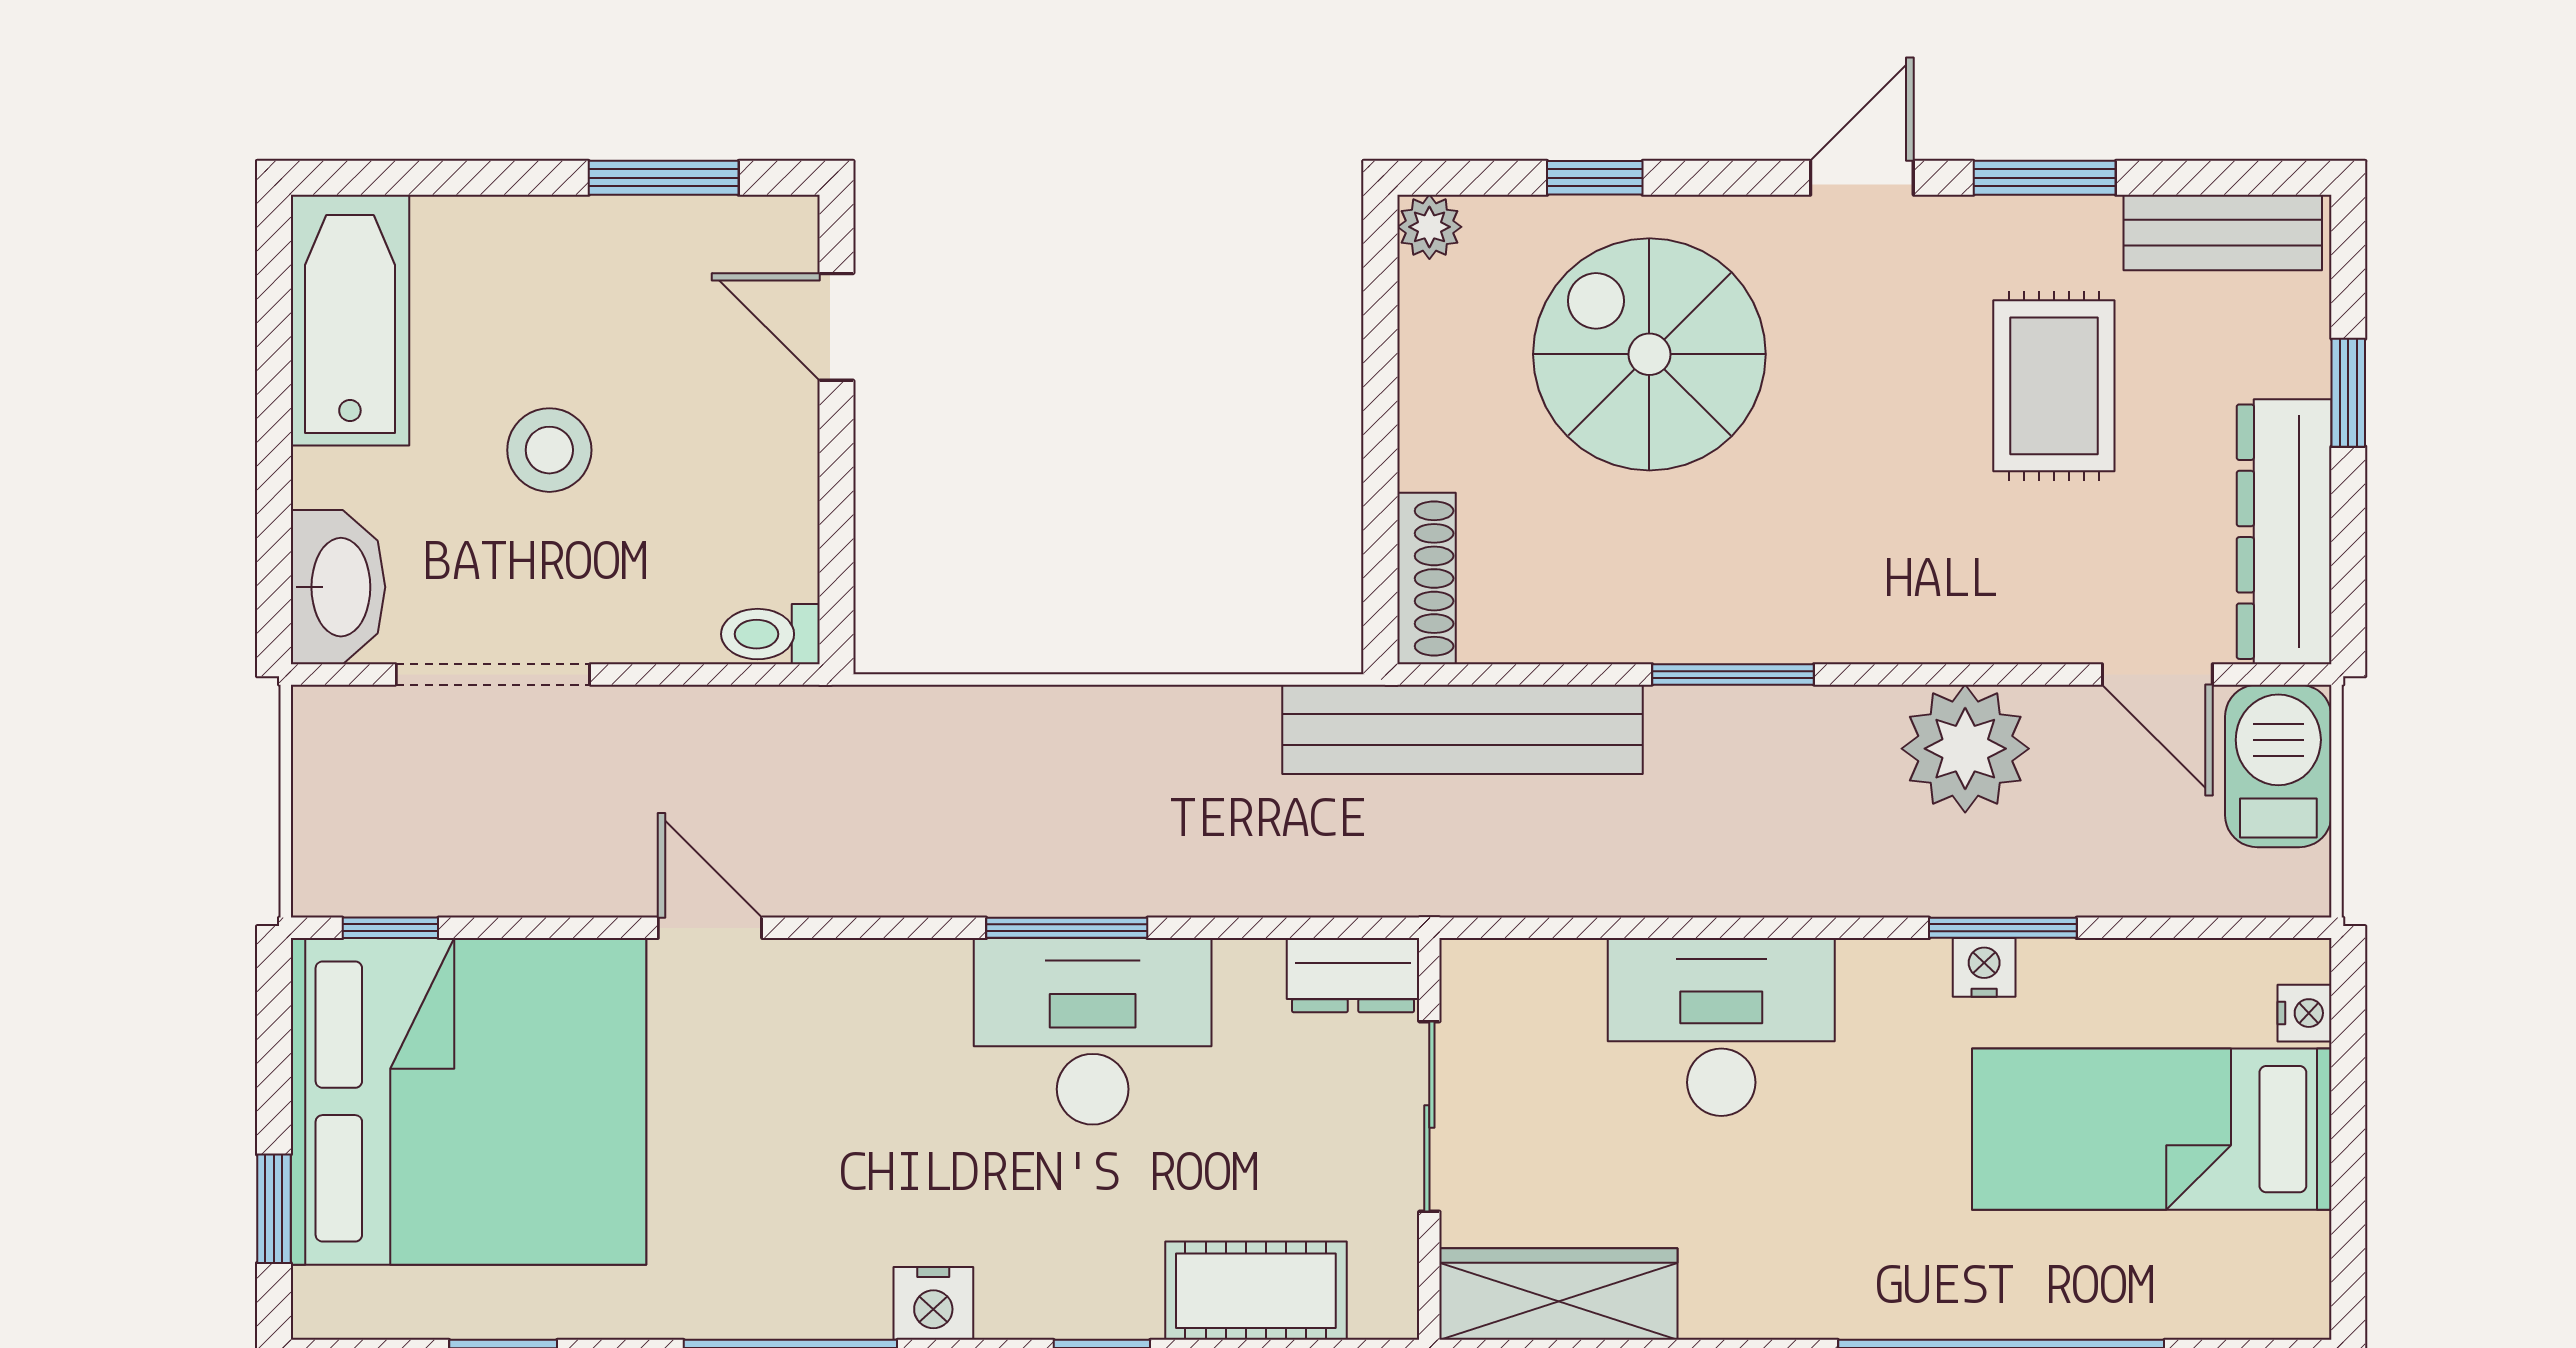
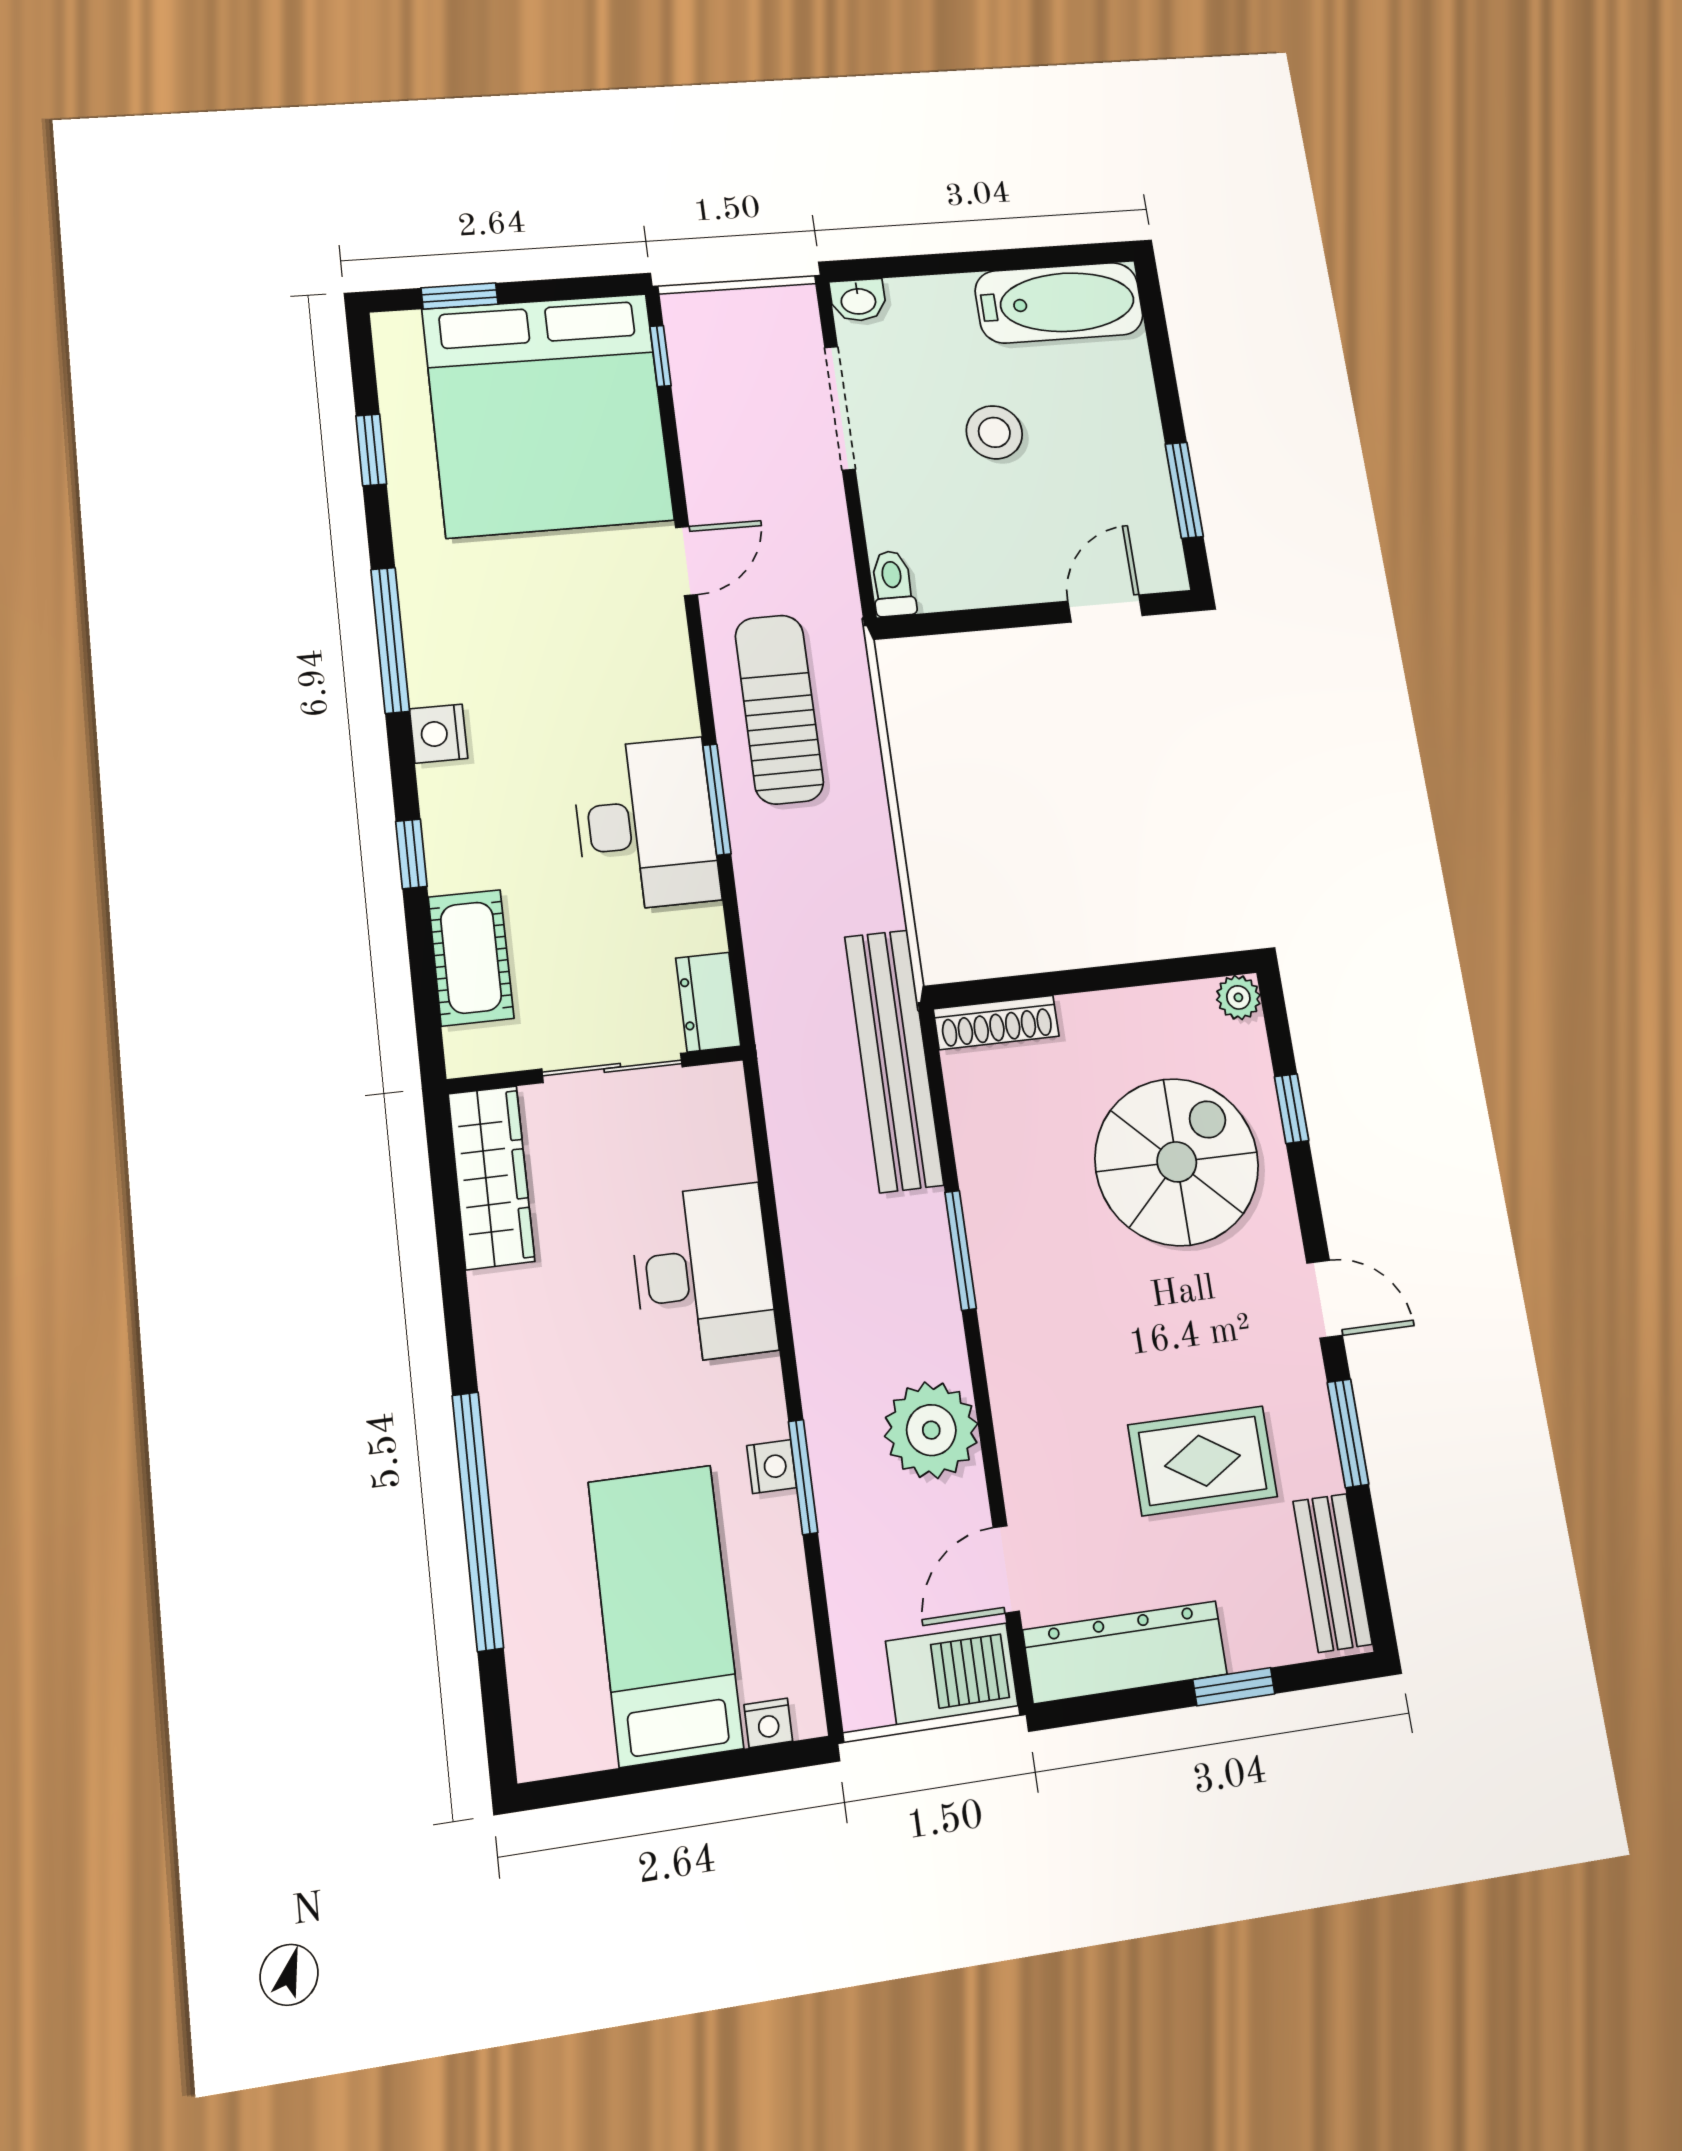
washbasin: (338, 587) -> (858, 300), width x0.52, depth x0.69
sun lounger: (943, 823) -> (779, 709), added

